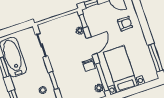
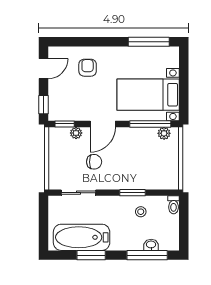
door: (92, 46) -> (103, 124), swing flipped
chair: (89, 65) -> (94, 162), moved

